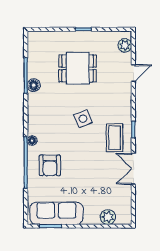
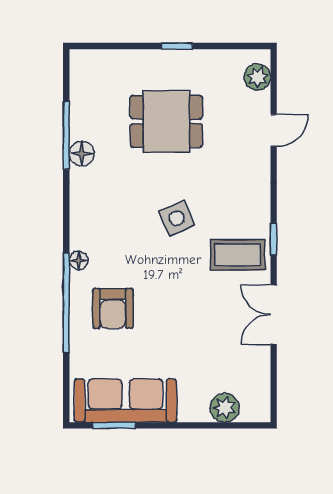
coffee table: (115, 138) -> (238, 255), turned 90

